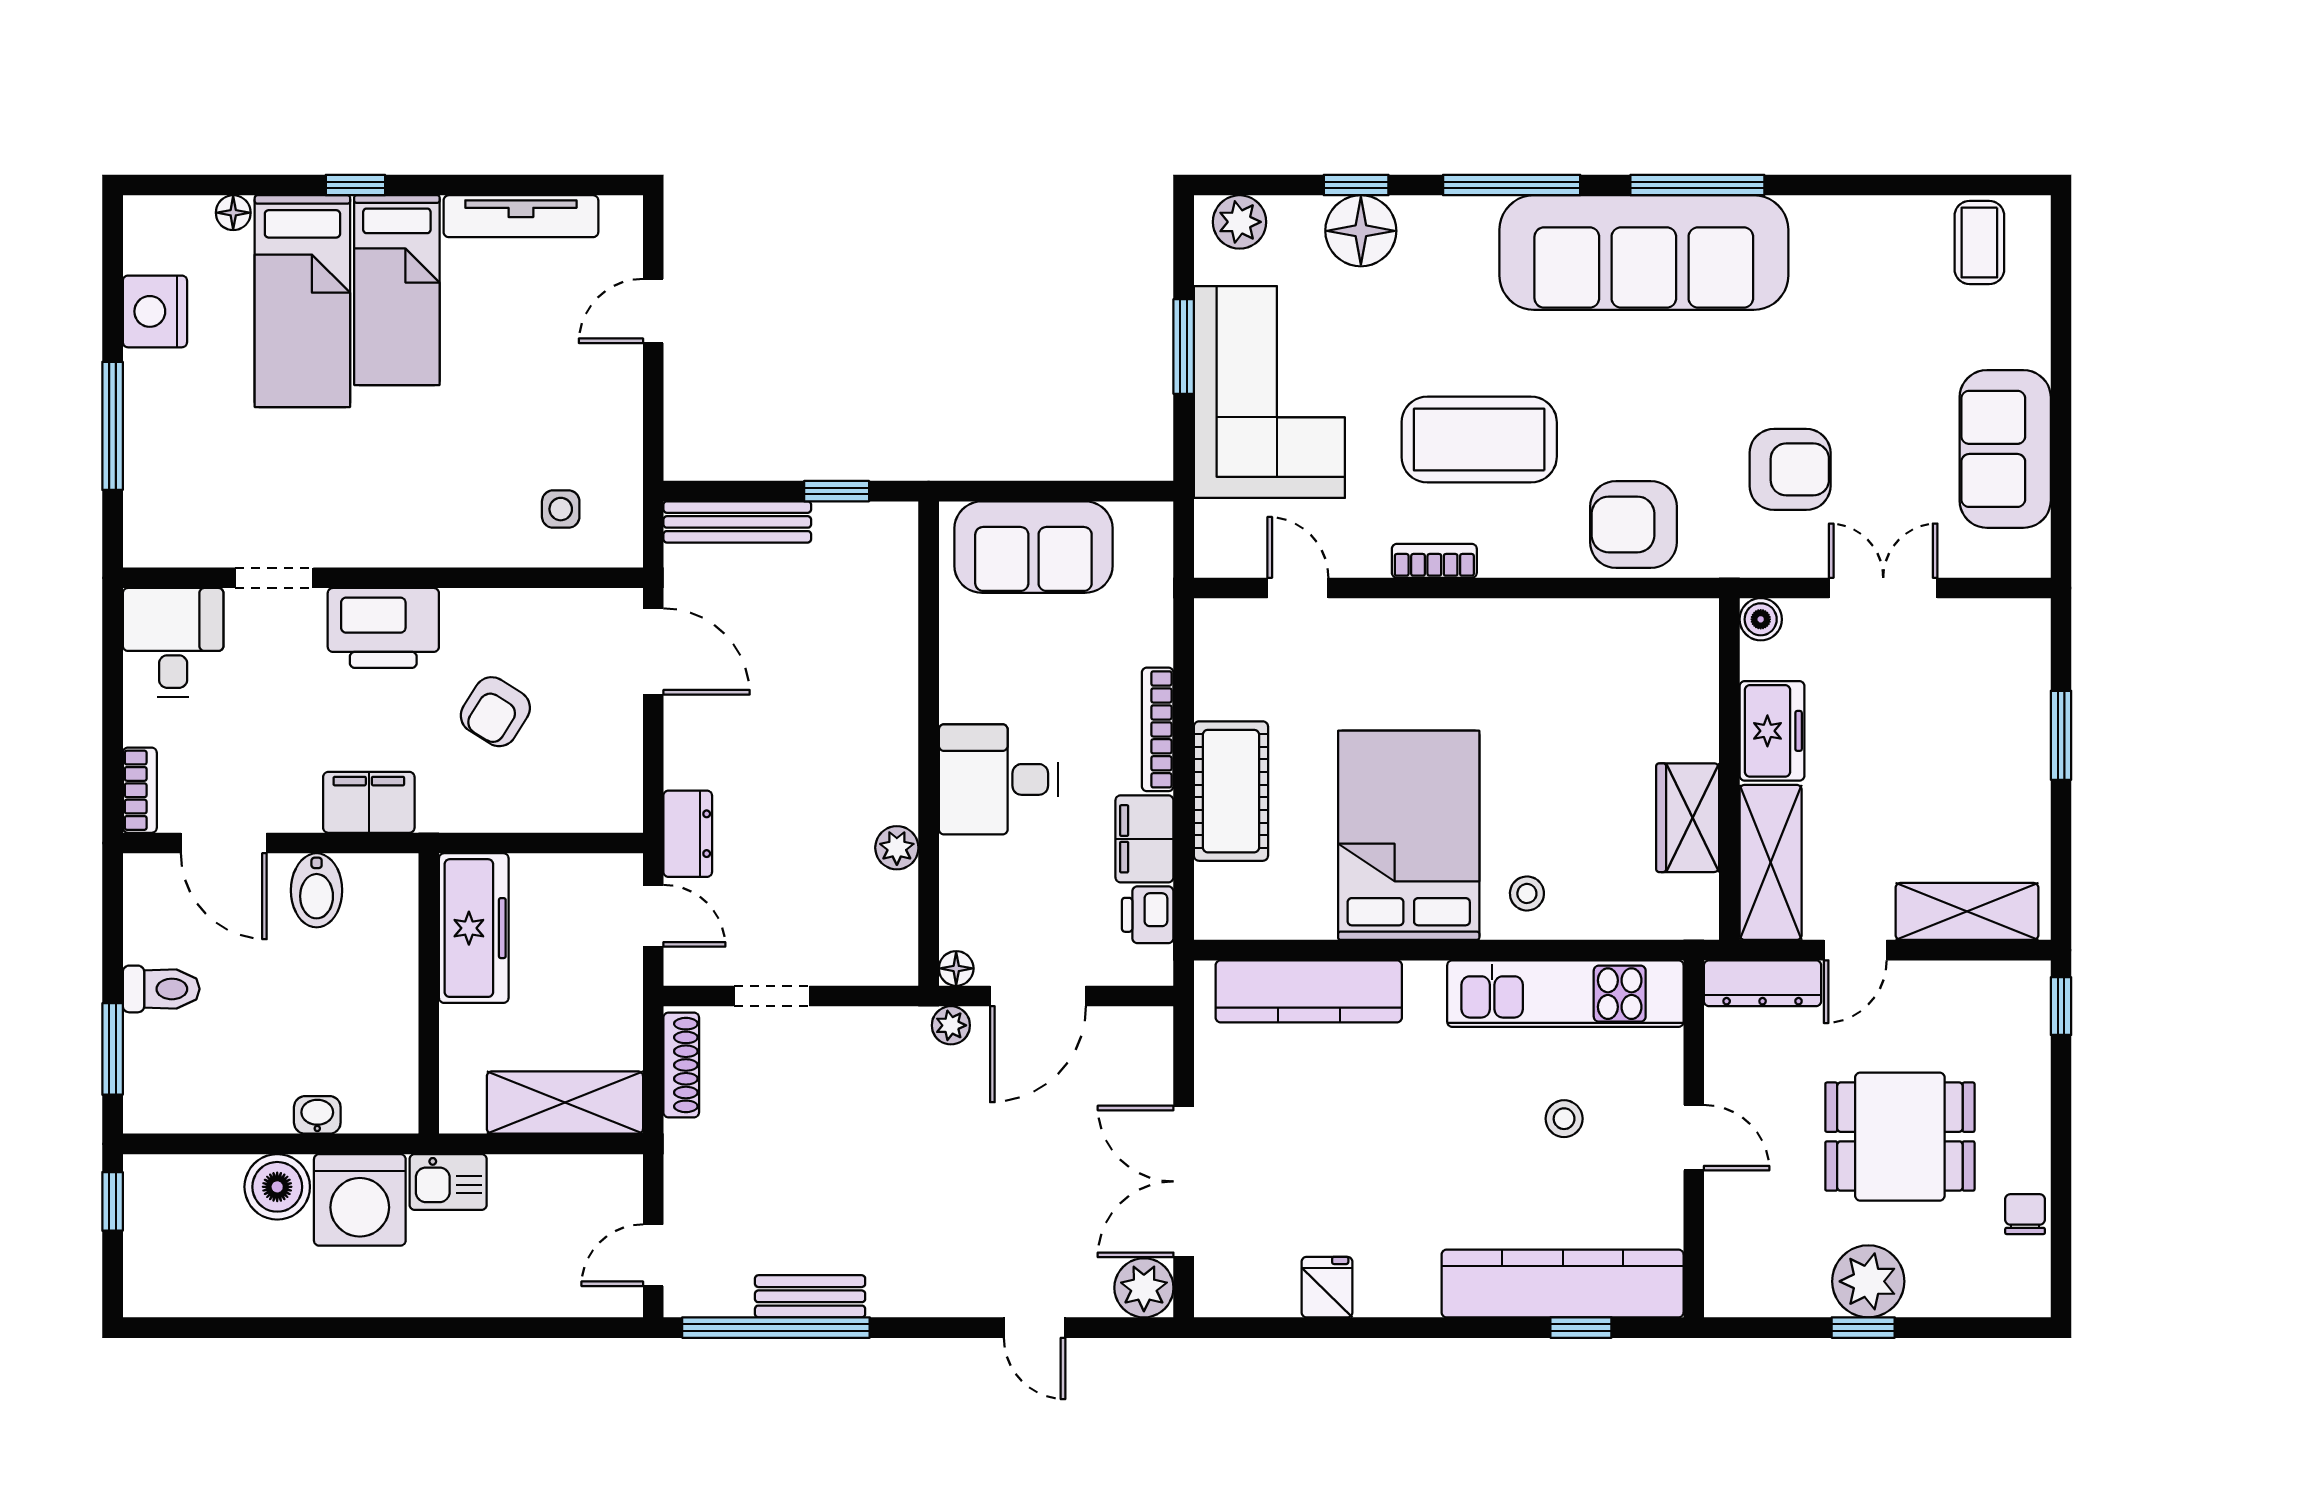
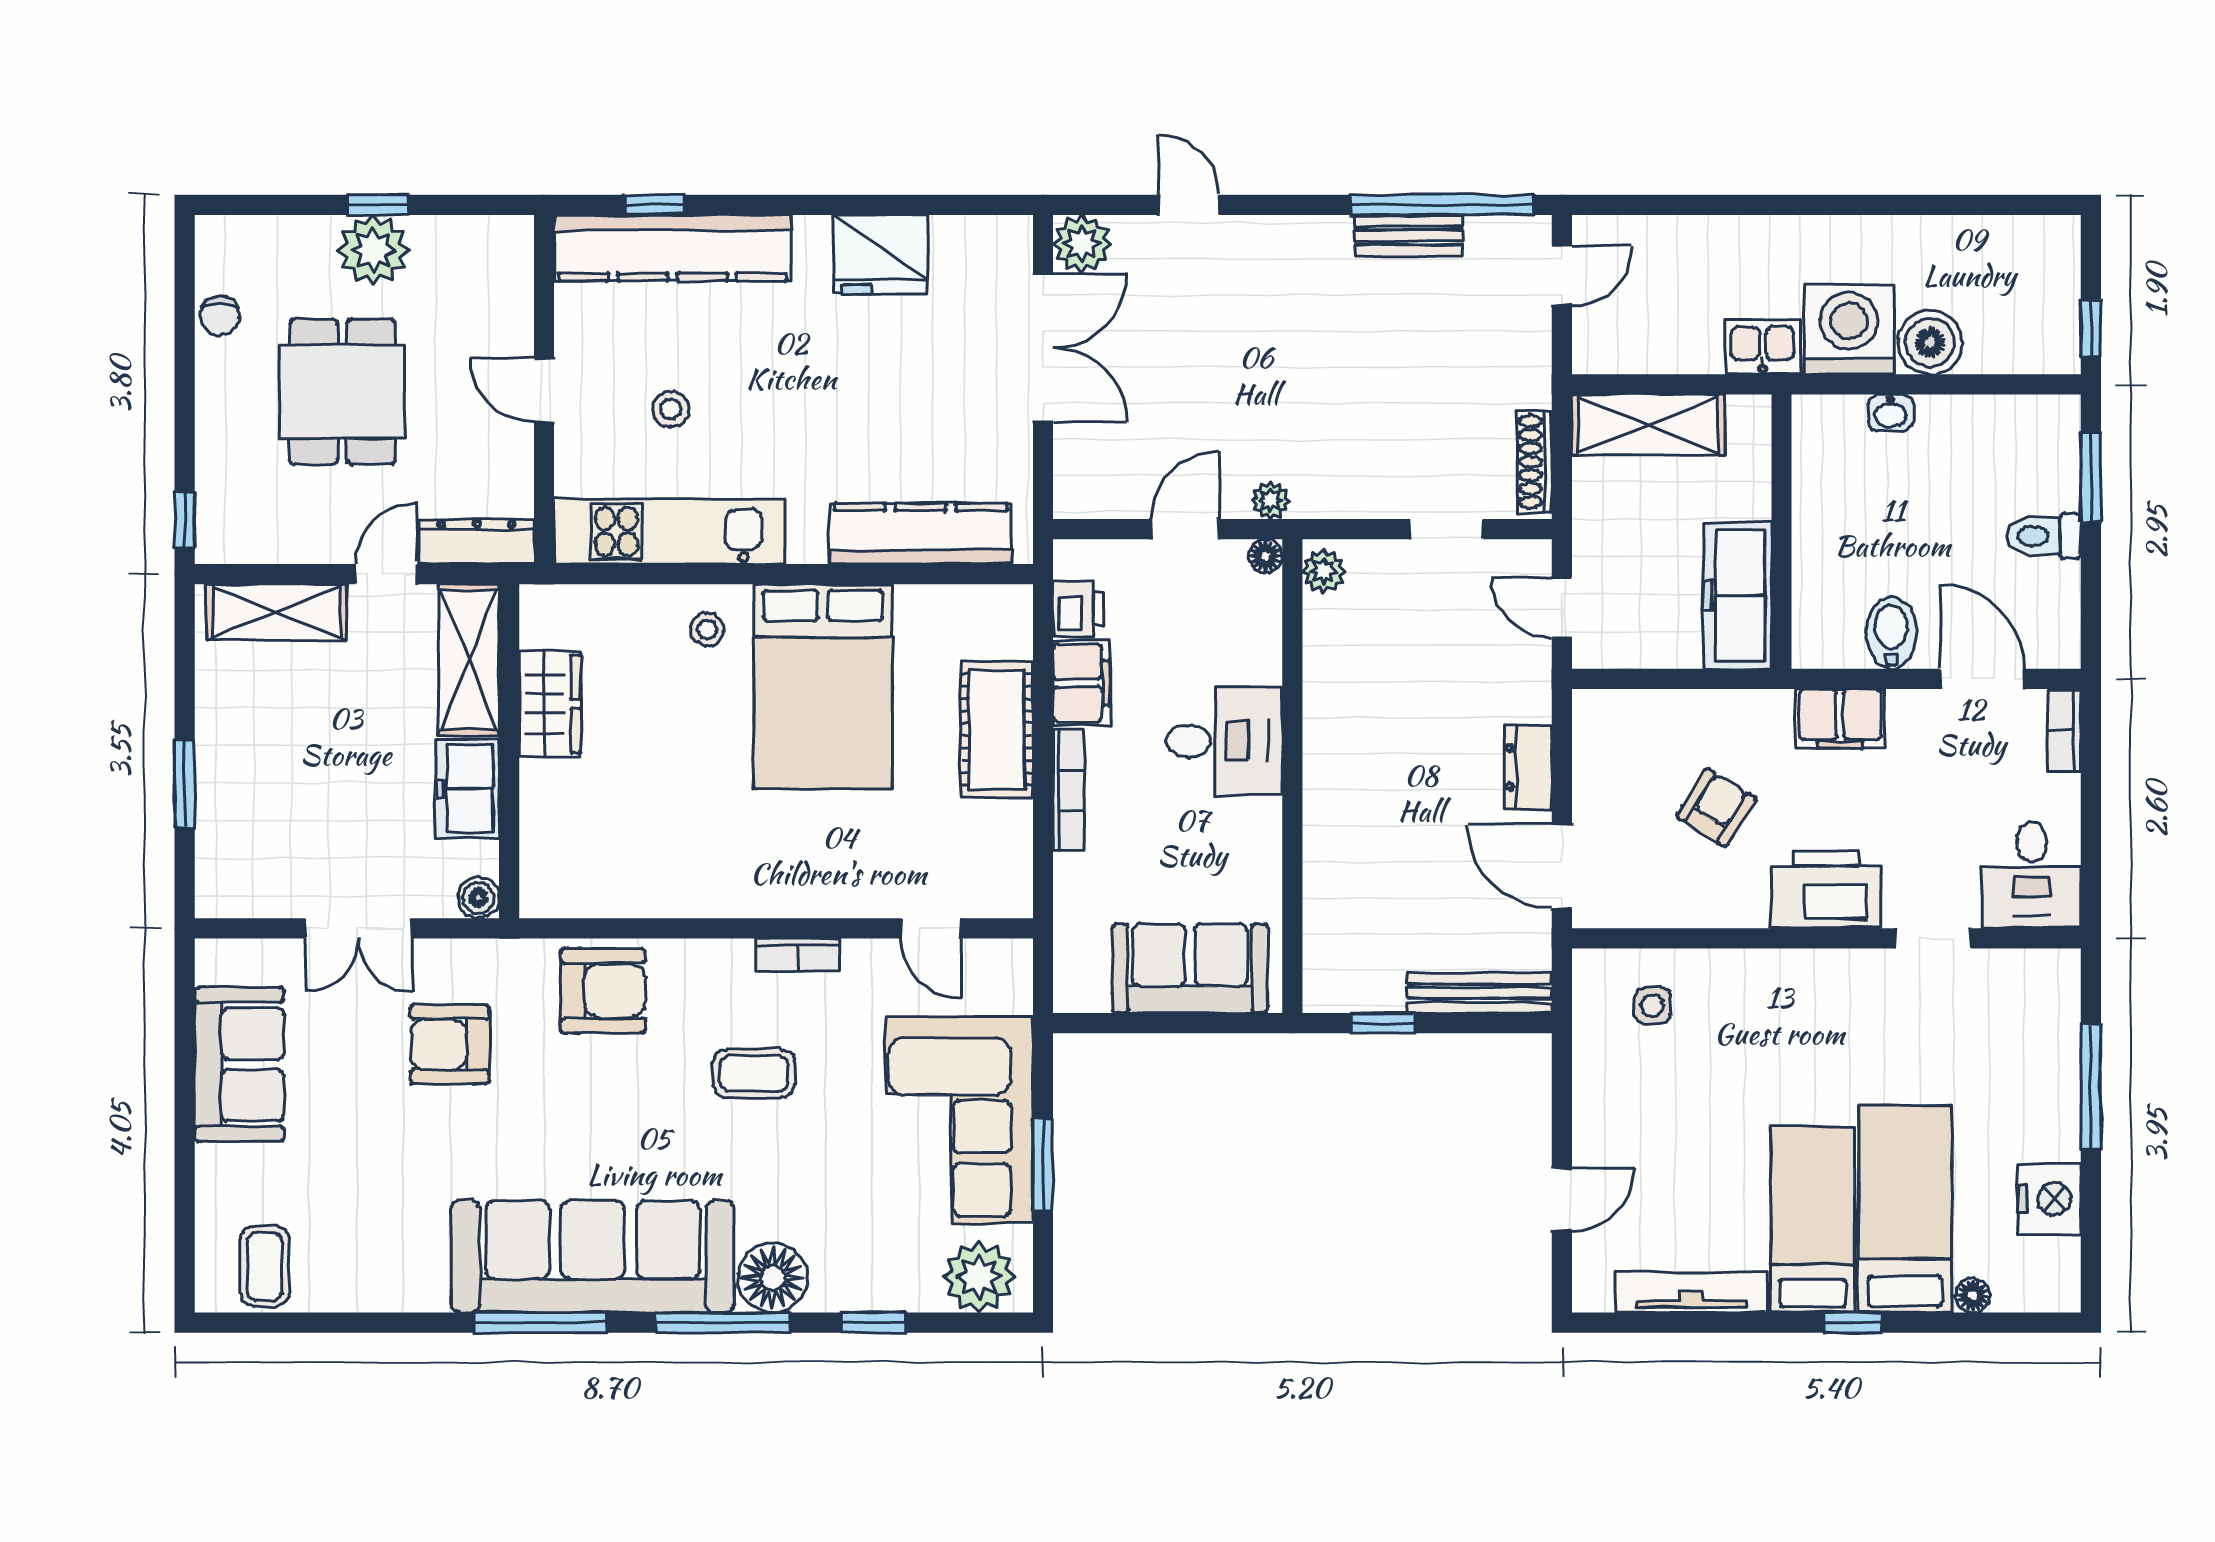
plant: (1240, 222) -> (979, 1277), width x1.36, depth x1.36
floor lamp: (1361, 231) -> (773, 1278), moved
coffee table: (1479, 440) -> (754, 1074), width x0.54, depth x0.58
dresser: (688, 834) -> (1528, 767), moved
plant: (897, 848) -> (1324, 571), moved
door: (1038, 996) -> (1185, 529), width x0.73
dining table: (1900, 1137) -> (342, 392), turned 90
fridge: (1327, 1287) -> (881, 254), width x1.88, depth x1.34

